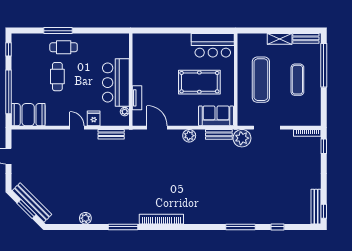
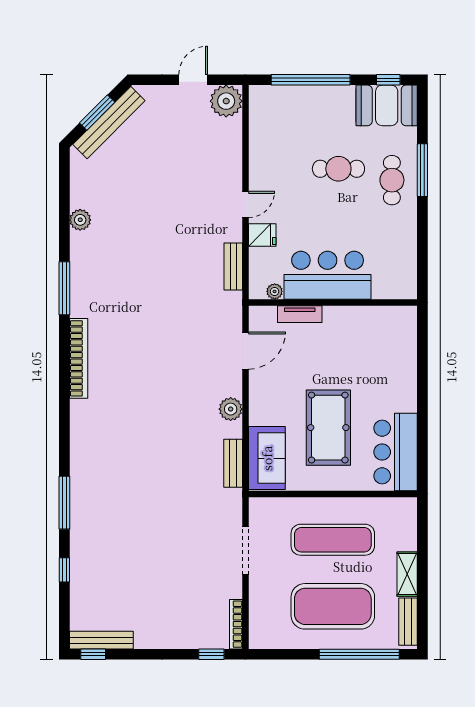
exercise mat: (297, 80) -> (333, 606), width x2.00, depth x1.45
booth: (28, 115) -> (387, 105), moved, turned 90
plant: (242, 138) -> (226, 101), moved

